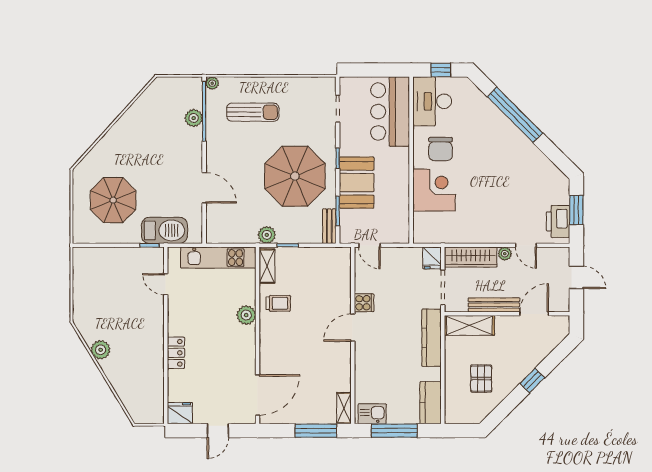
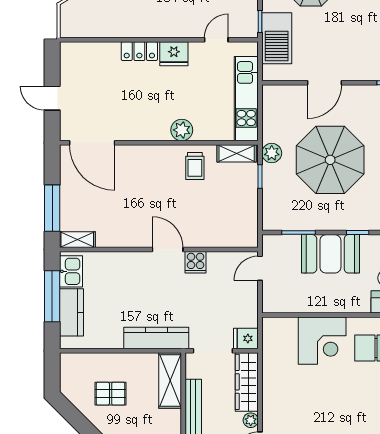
parasol: (295, 176) -> (330, 160), moved
bench: (329, 226) -> (282, 223), removed
kitchen counter: (431, 403) -> (71, 312), moved, turned 90
fridge: (180, 413) -> (174, 54), moved, turned 90

